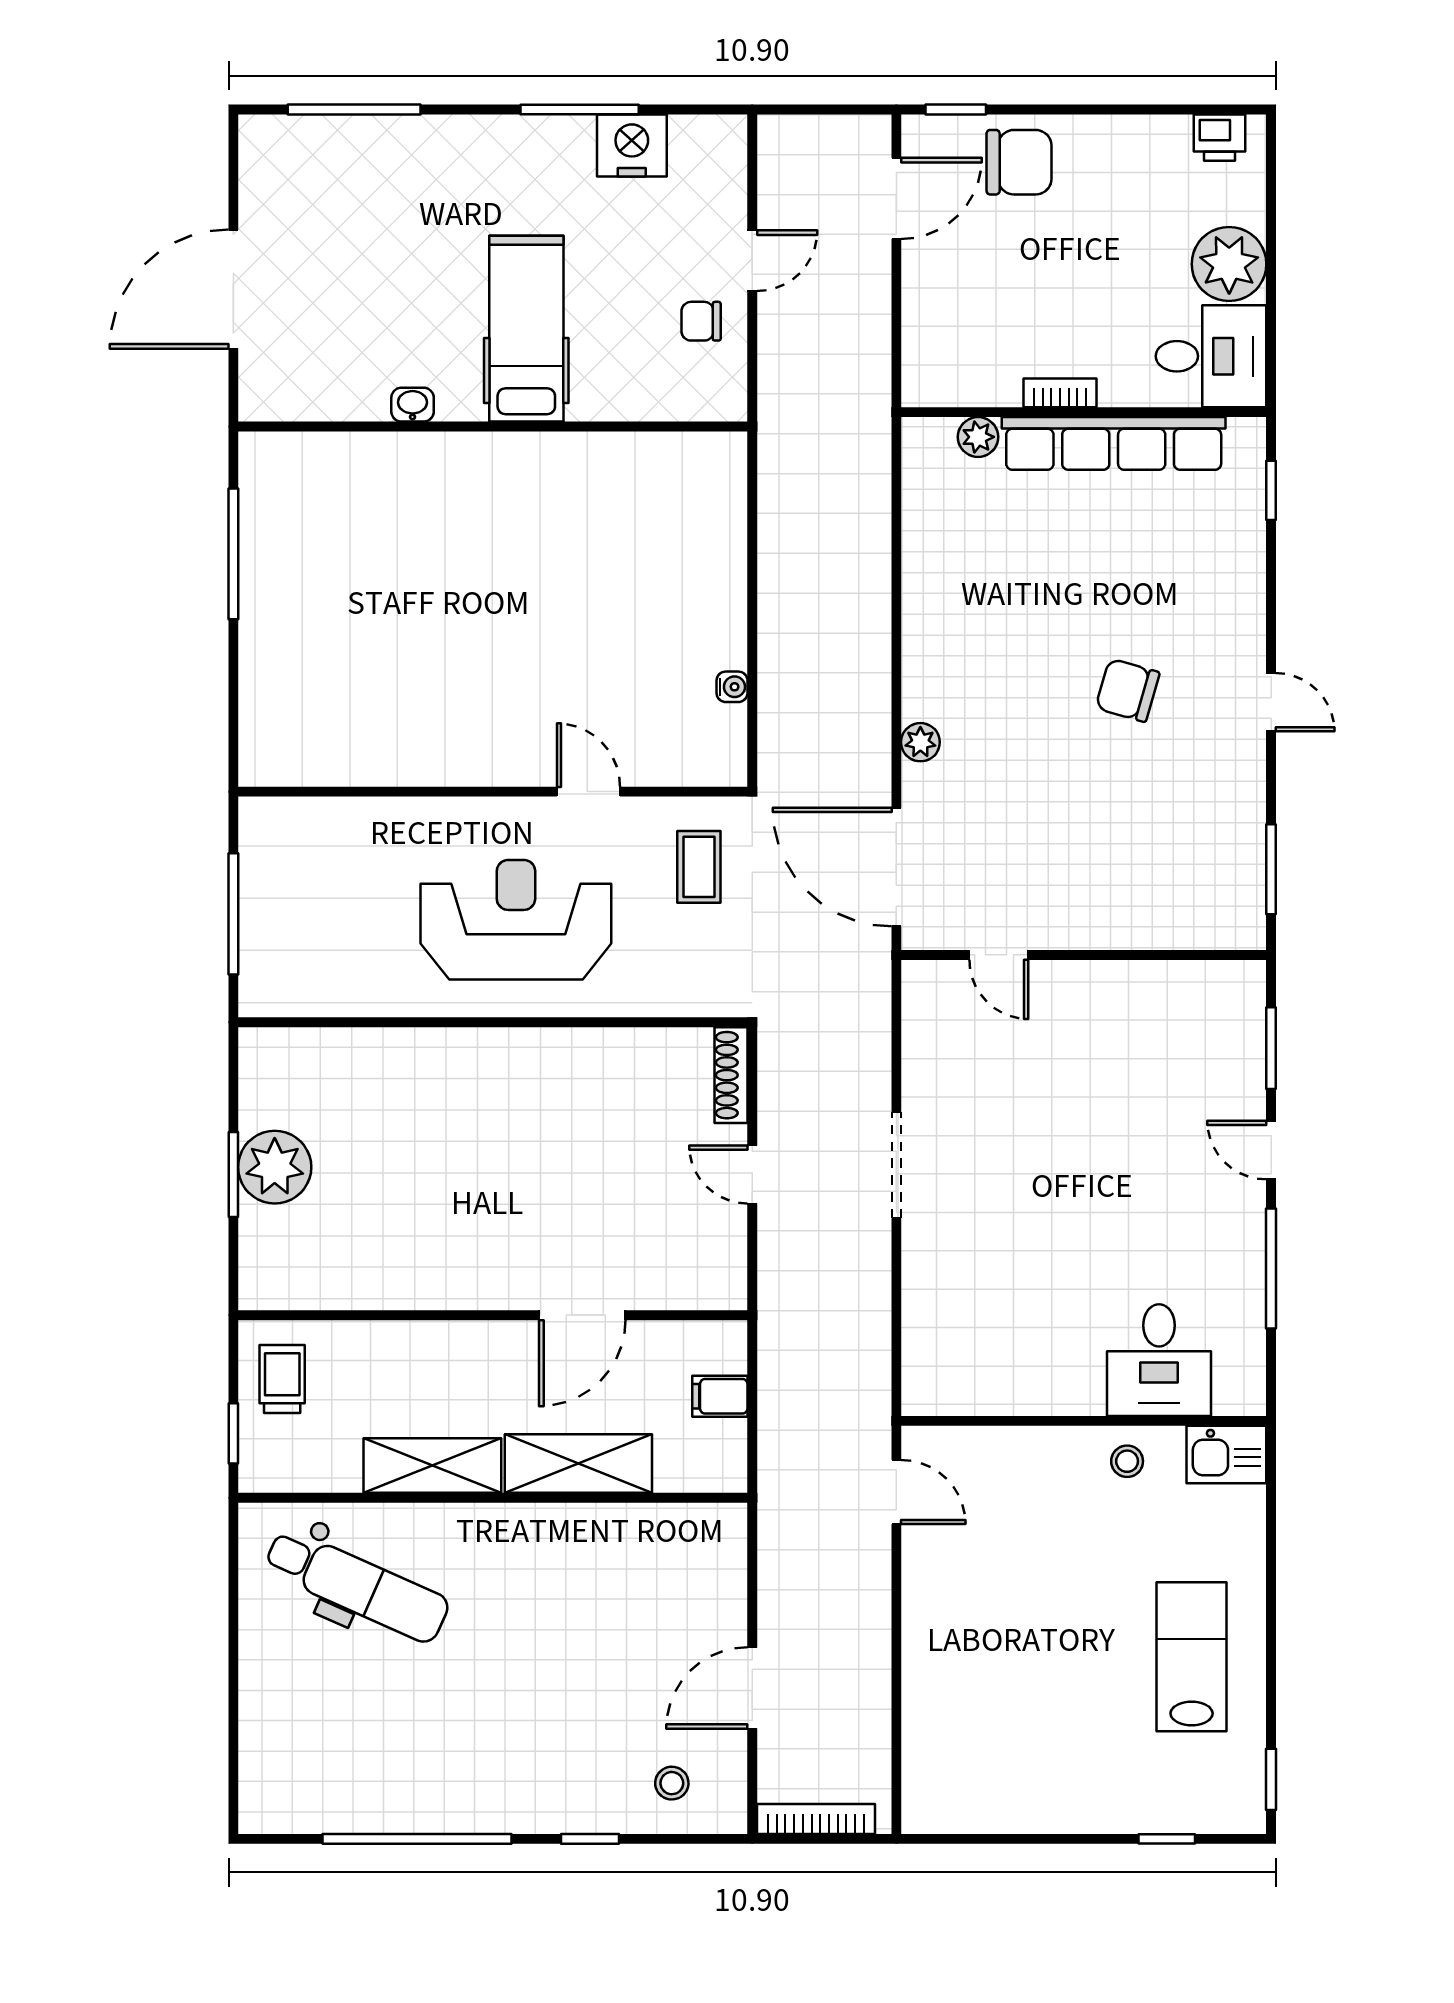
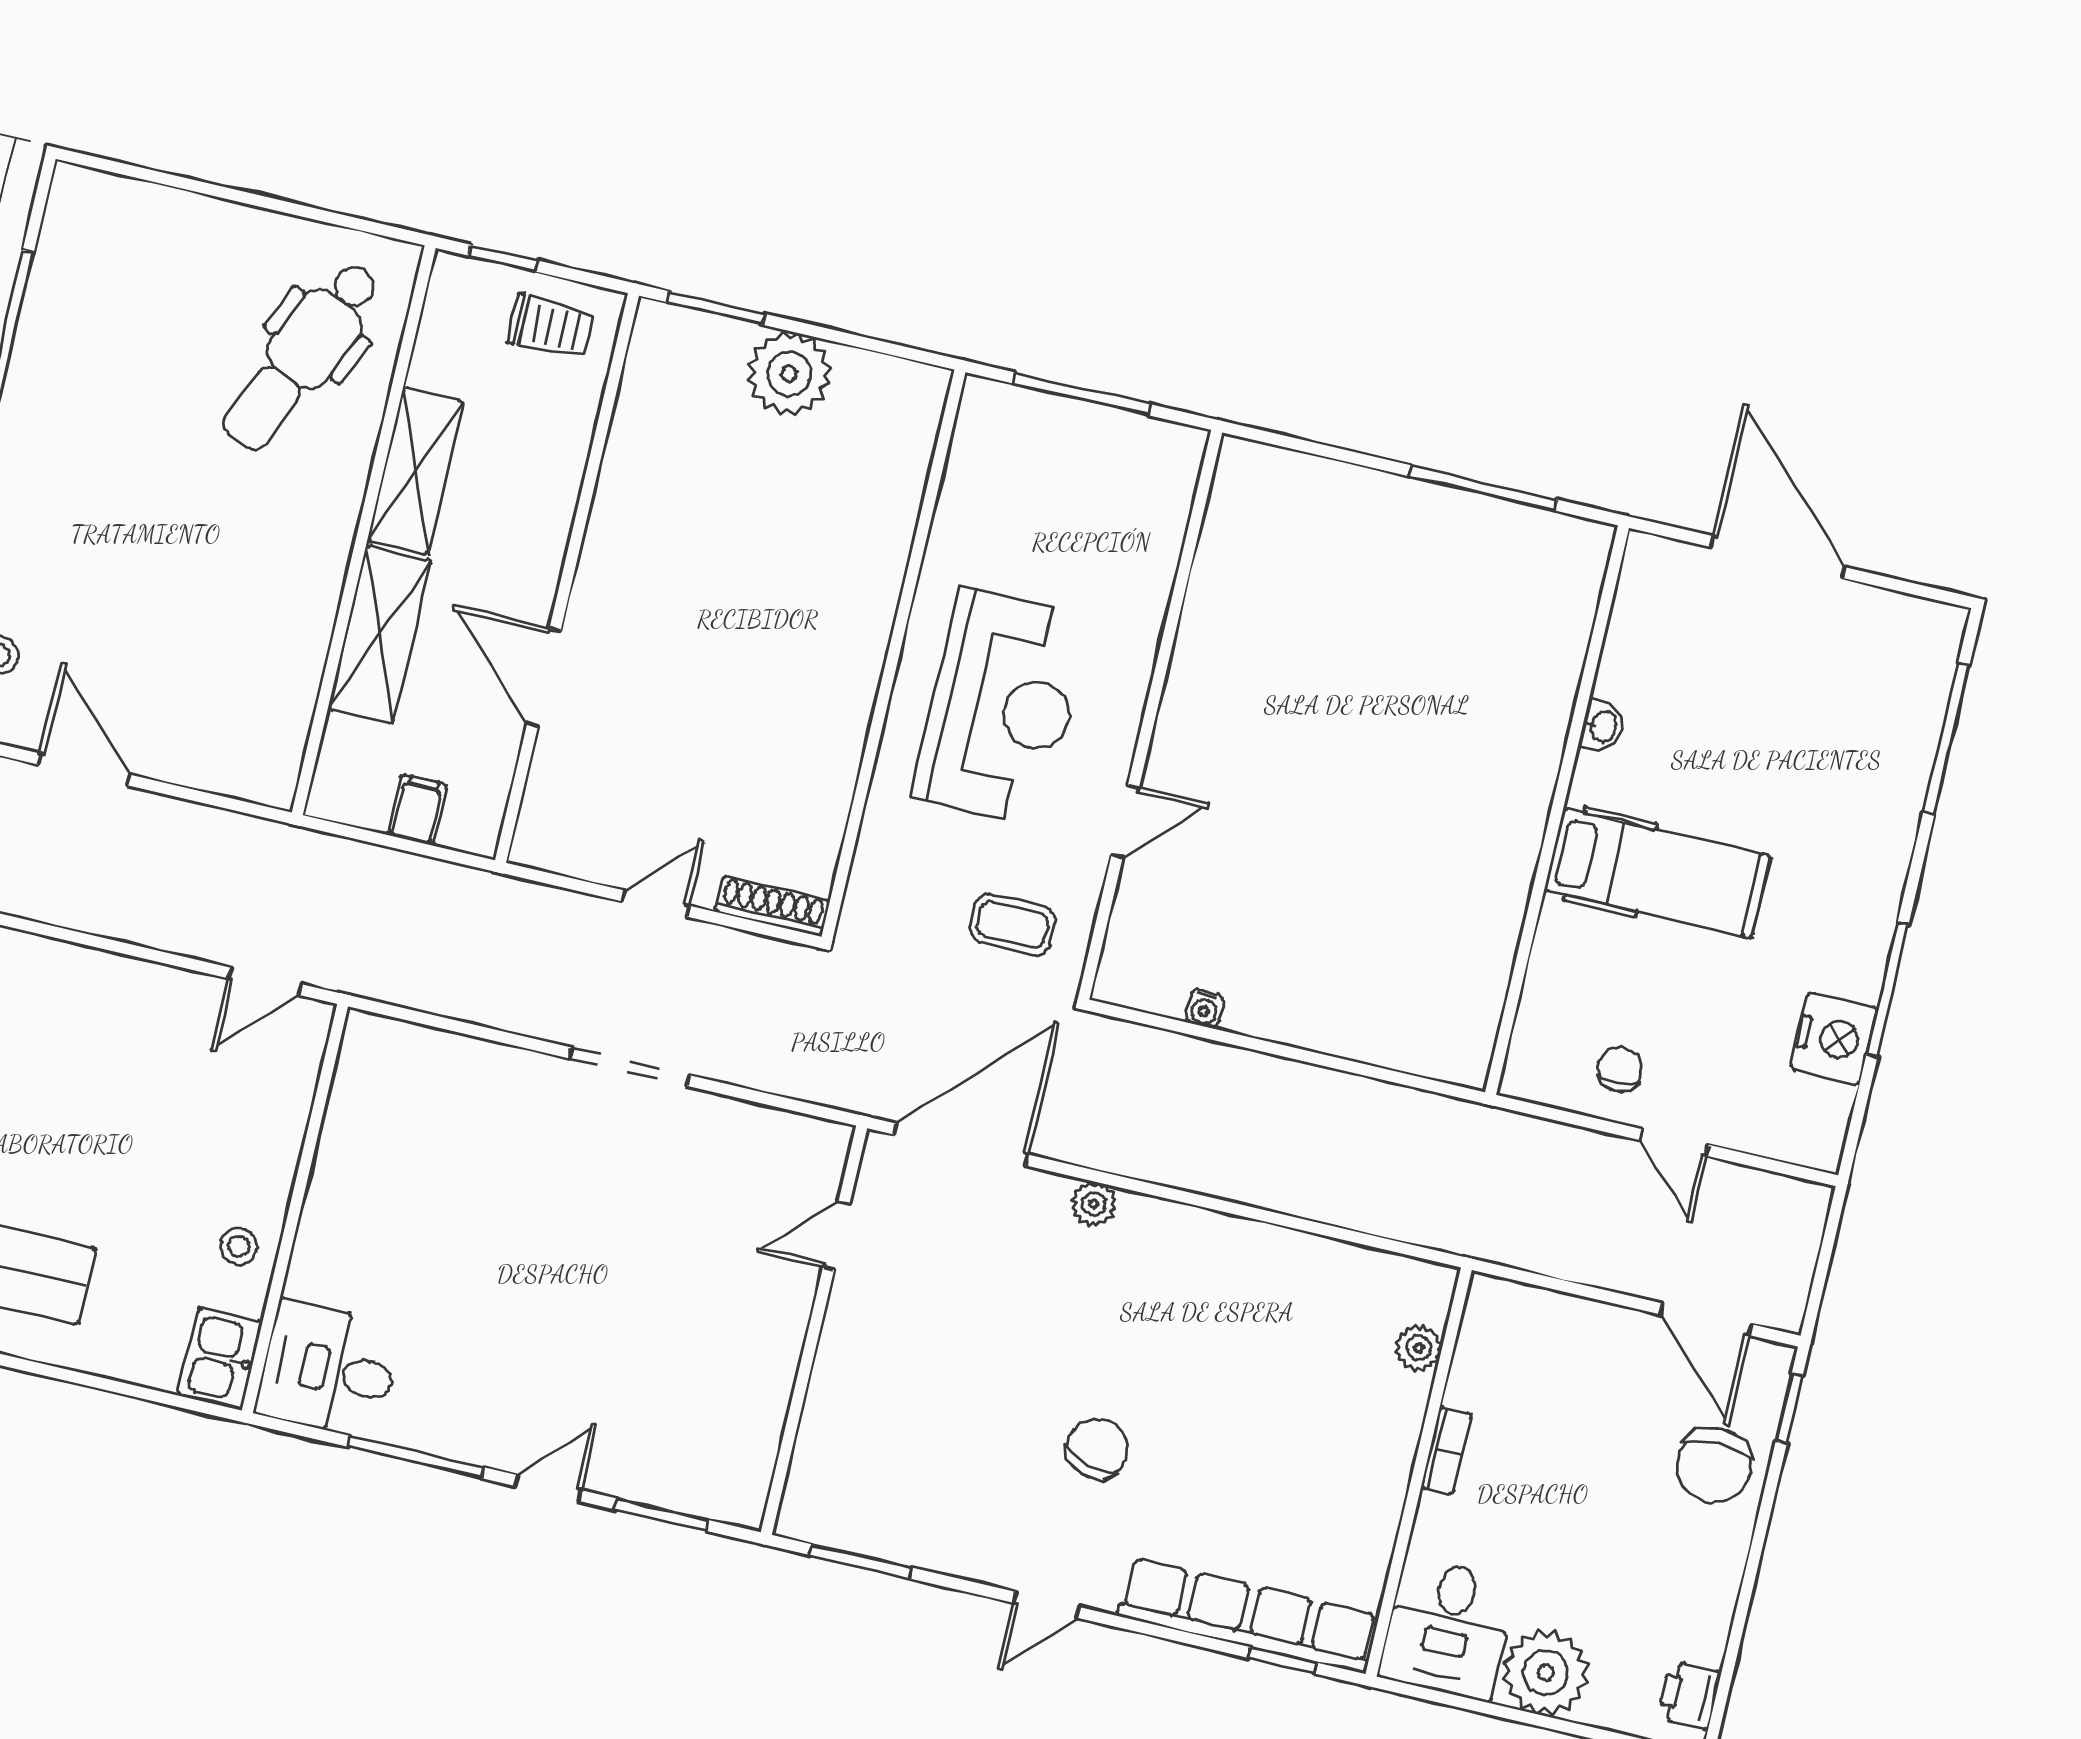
row of seats: (1114, 443) -> (1248, 1615), moved, turned 90
window: (233, 1174) -> (716, 308), moved
desk: (1159, 1360) -> (329, 1370), moved

